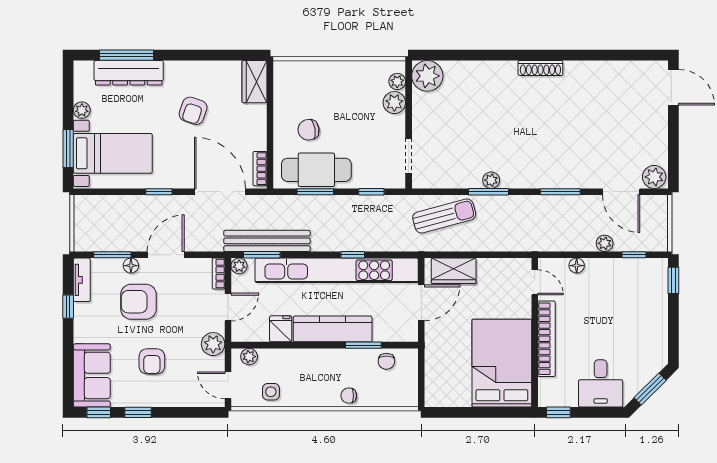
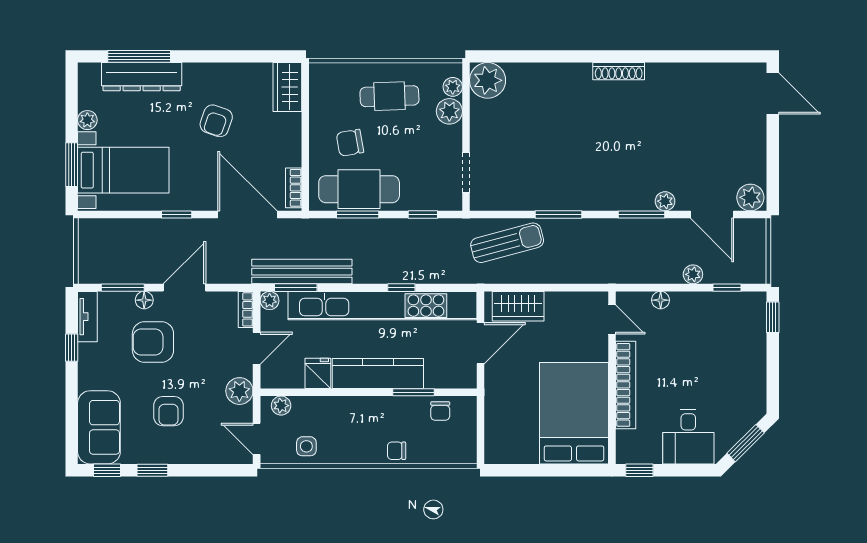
cafe table: (343, 89) -> (389, 96), added
plant: (491, 180) -> (665, 201), moved

